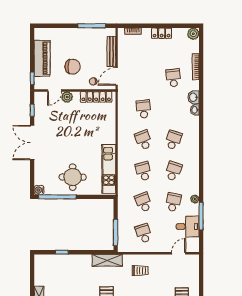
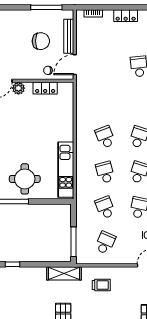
chair: (73, 67) -> (41, 41), moved
locker: (96, 97) -> (45, 88), width x0.66
school desk: (143, 109) -> (105, 102), removed
school desk: (143, 233) -> (105, 243), turned 42

